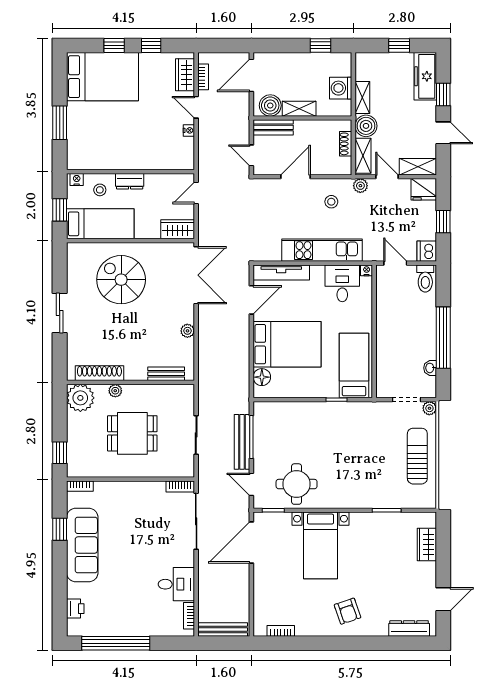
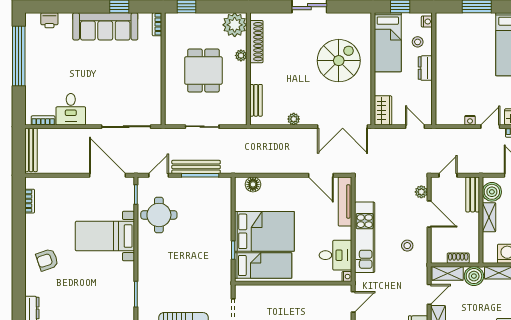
plant: (360, 186) -> (421, 192), moved
bed: (287, 344) -> (264, 231), moved, turned -90
bookcase: (180, 487) -> (157, 113), removed

